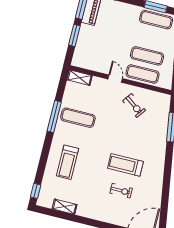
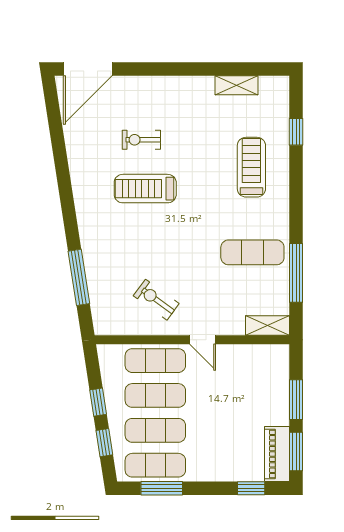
exercise mat: (152, 38) -> (155, 430), added
window: (54, 117) -> (296, 273), moved
treadmill: (125, 165) -> (145, 189), turned 180
window: (36, 191) -> (296, 132), moved

